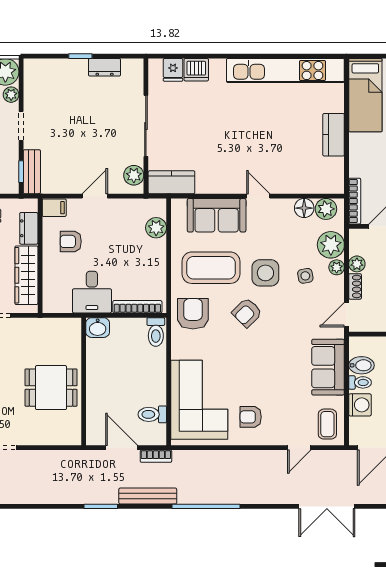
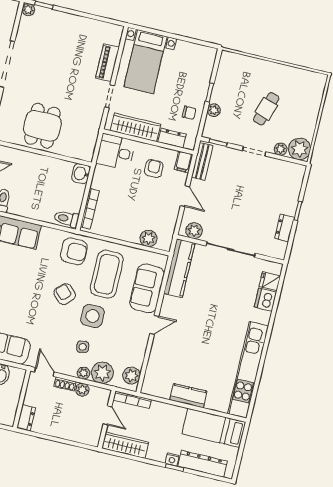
bench: (32, 172) -> (202, 161), moved, turned 90
kitchen counter: (171, 182) -> (179, 268), width x1.50
floor lamp: (304, 208) -> (136, 359), removed
desk: (92, 292) -> (116, 152), moved

